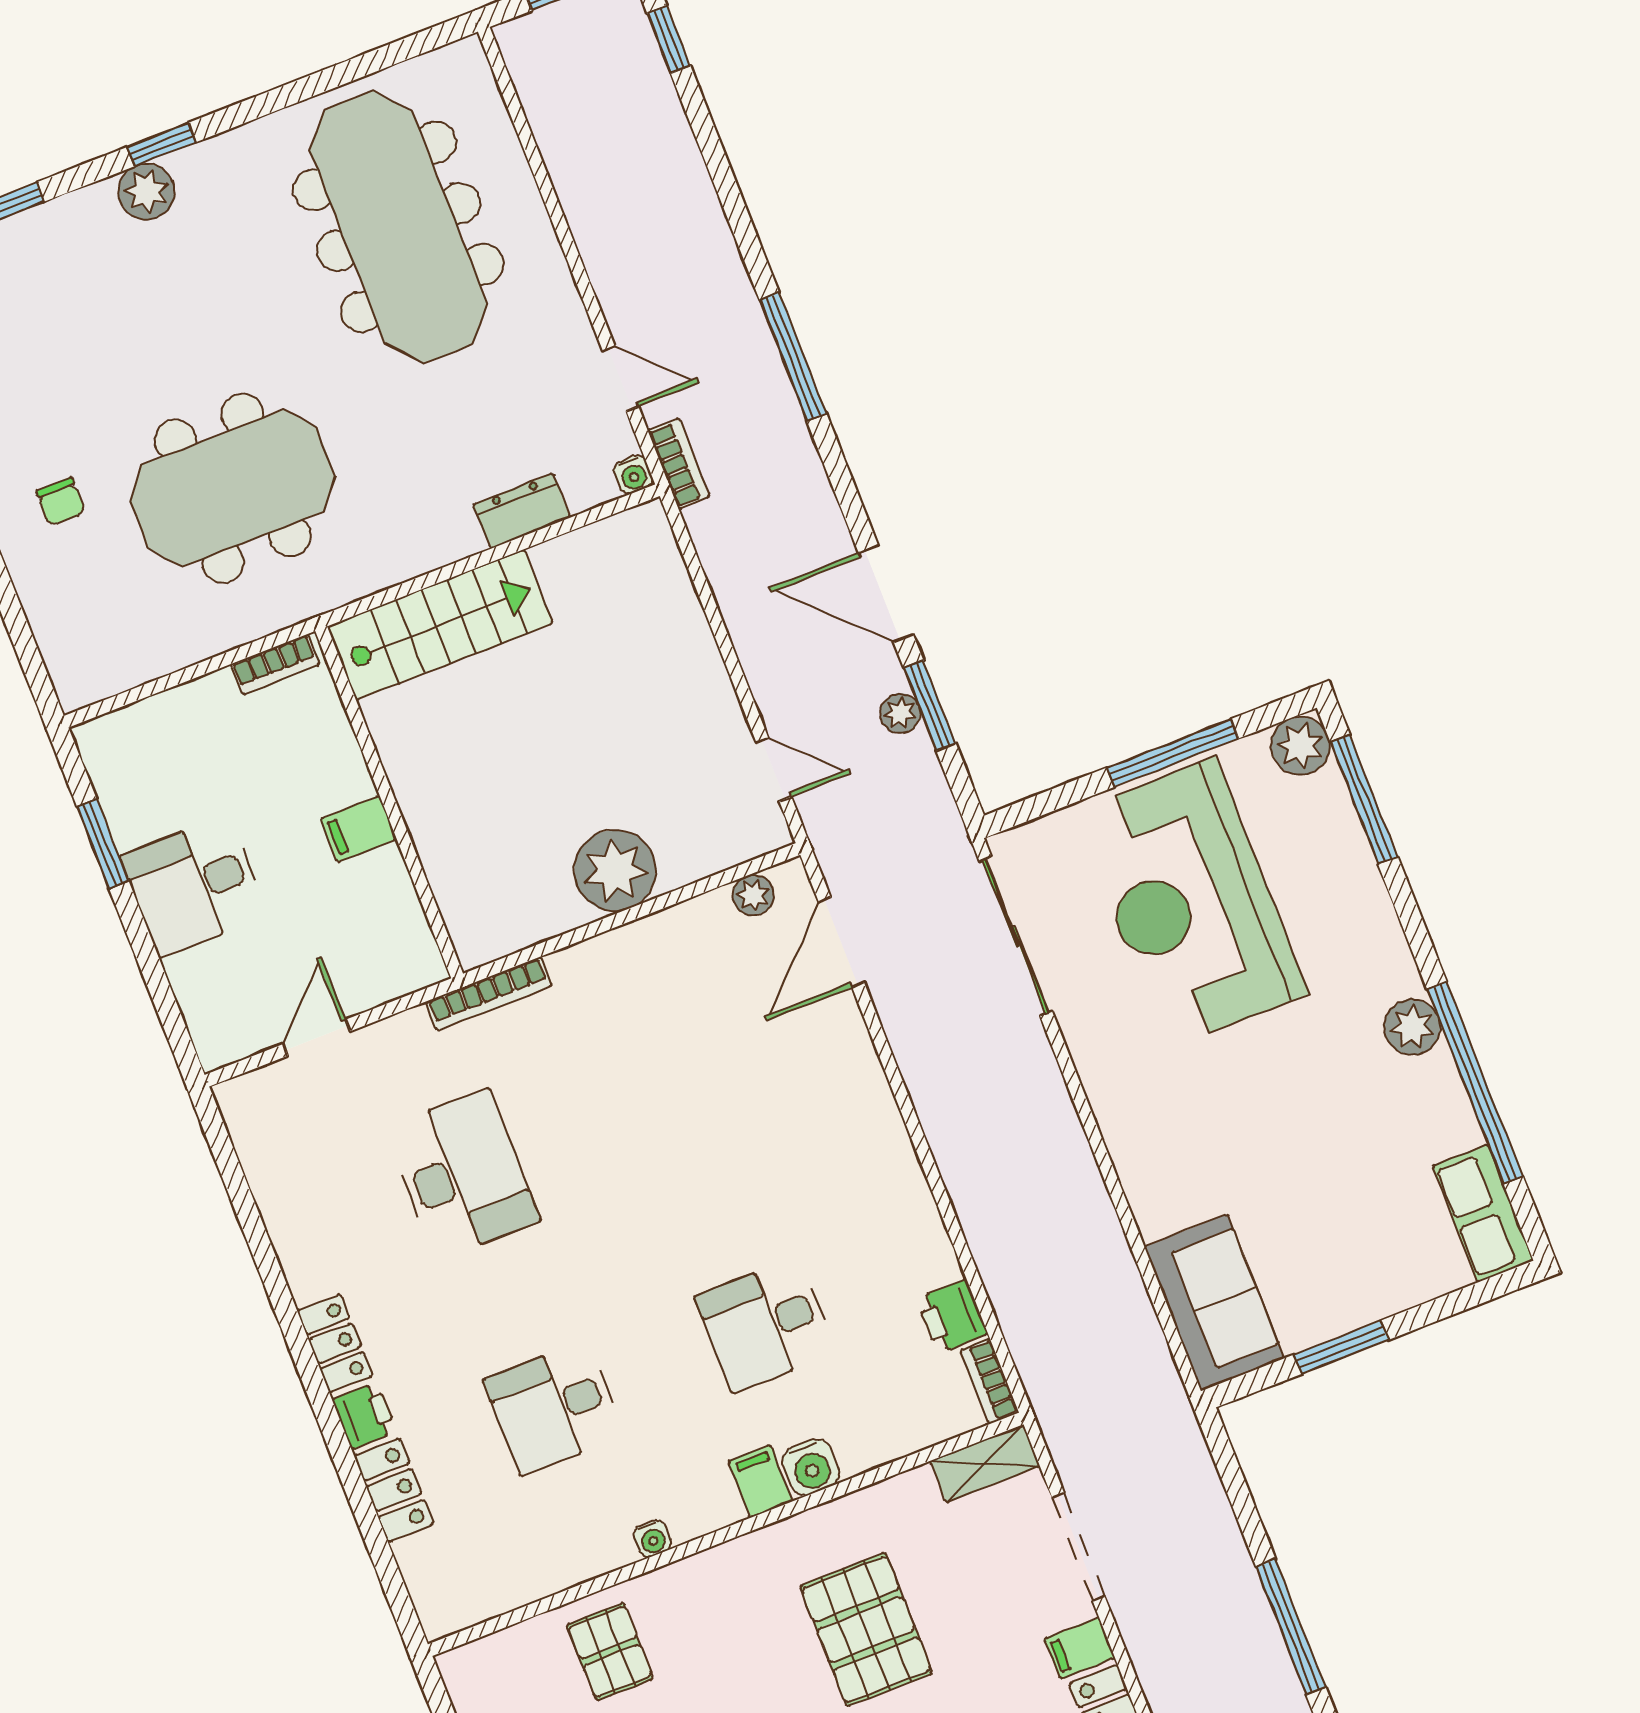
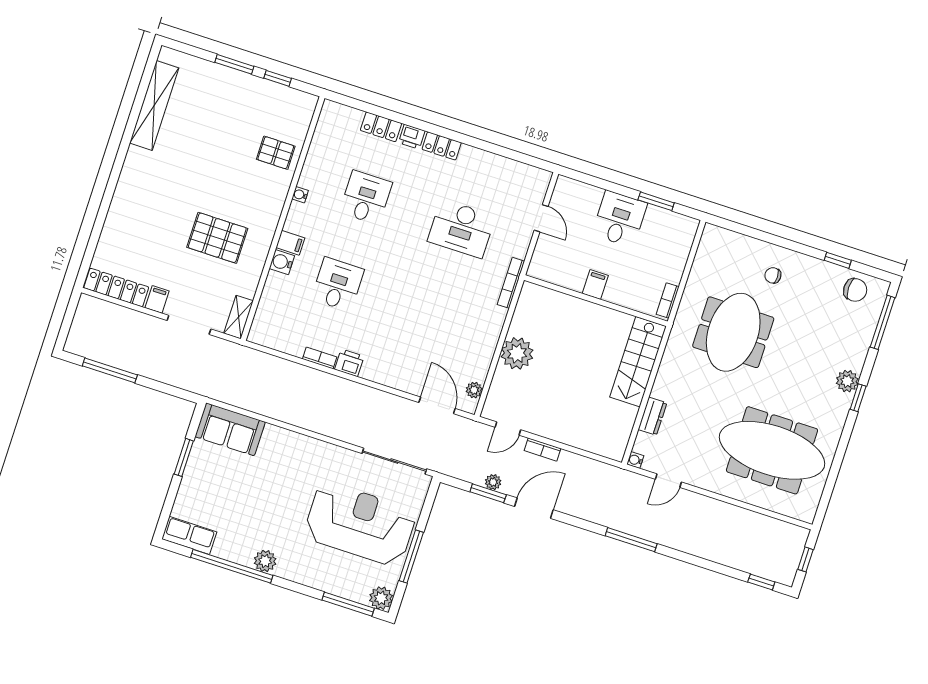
bookcase: (679, 464) -> (543, 450), moved
printer: (952, 1316) -> (349, 363), moved
bookcase: (990, 1381) -> (320, 358), moved

